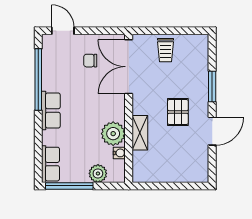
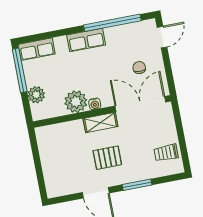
trolley: (166, 50) -> (166, 153), moved
shelving: (140, 133) -> (100, 123), moved
water cooler: (119, 153) -> (95, 104), moved

